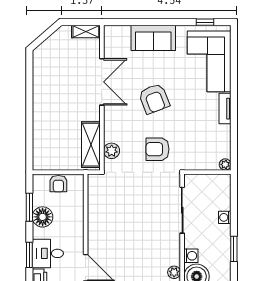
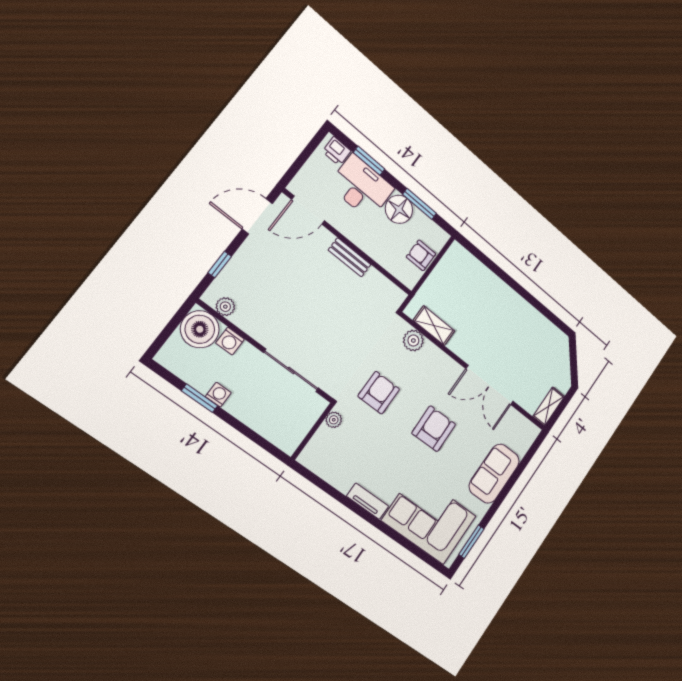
window: (205, 22) -> (471, 542), width x1.50
armchair: (154, 99) -> (434, 429), turned 110
shelving: (91, 145) -> (434, 326), width x0.67, depth x0.75
plant: (225, 164) -> (334, 420), moved
washing machine: (225, 217) -> (218, 395), moved
bench: (93, 225) -> (350, 257), added
desk: (48, 253) -> (361, 187), width x1.37

